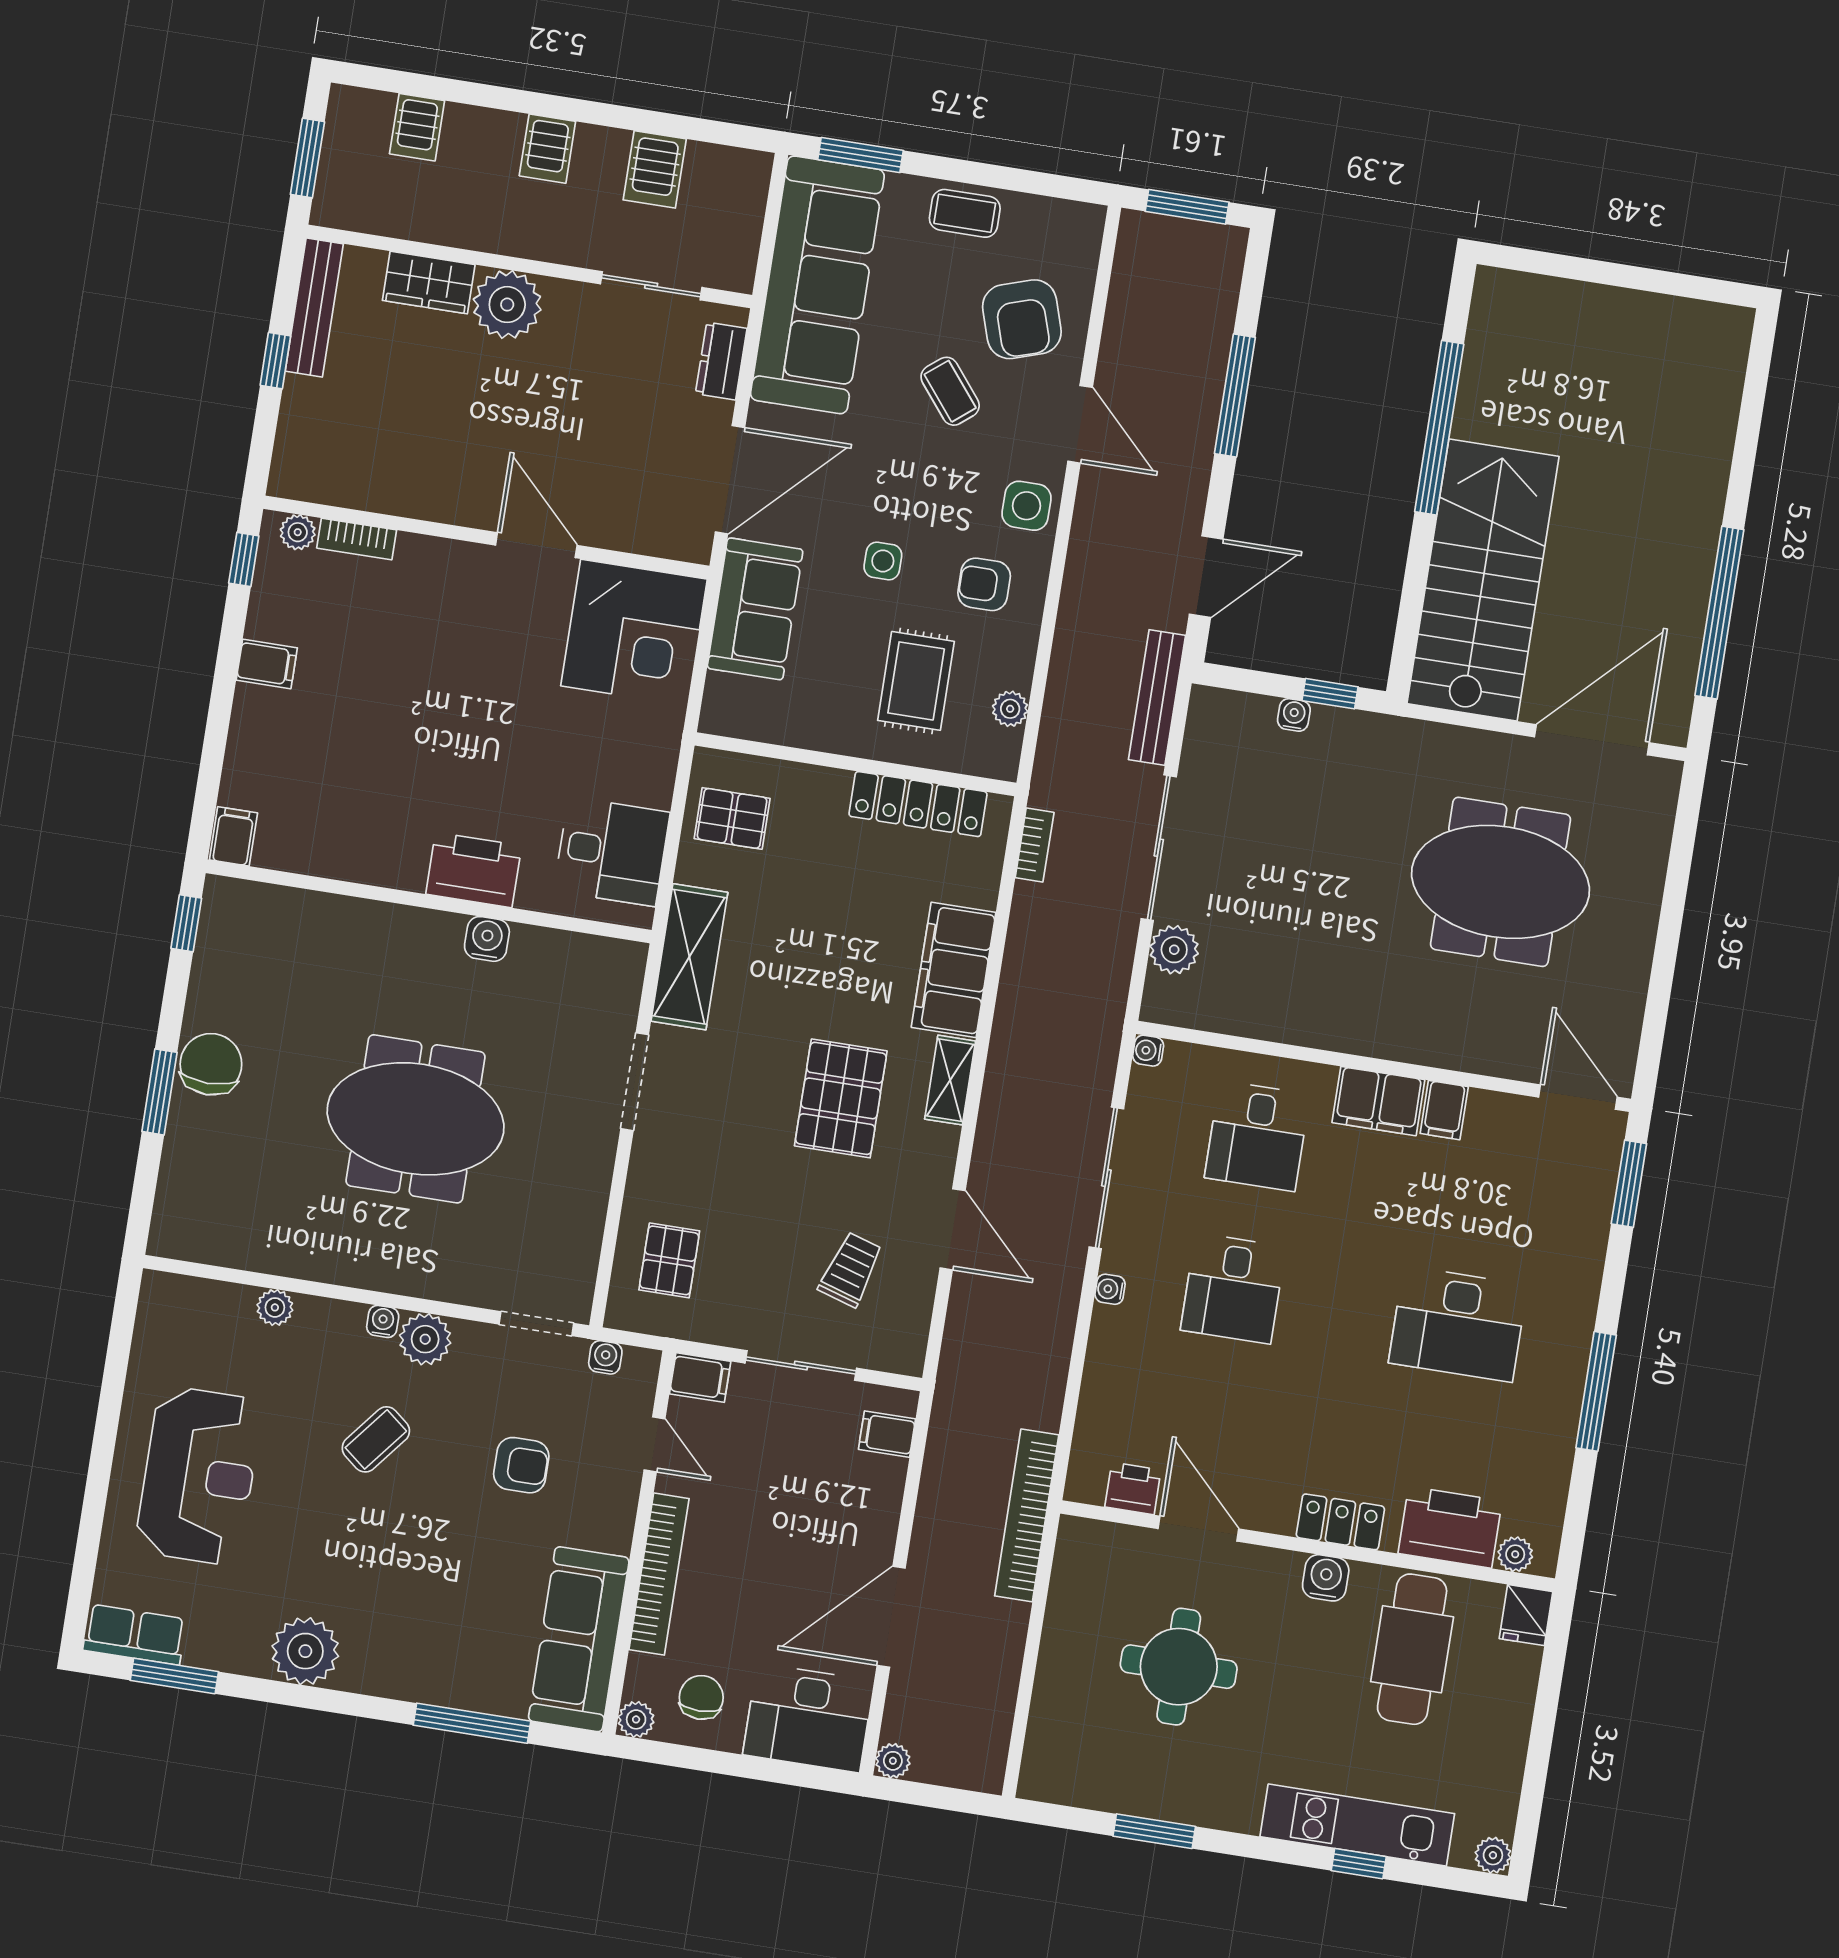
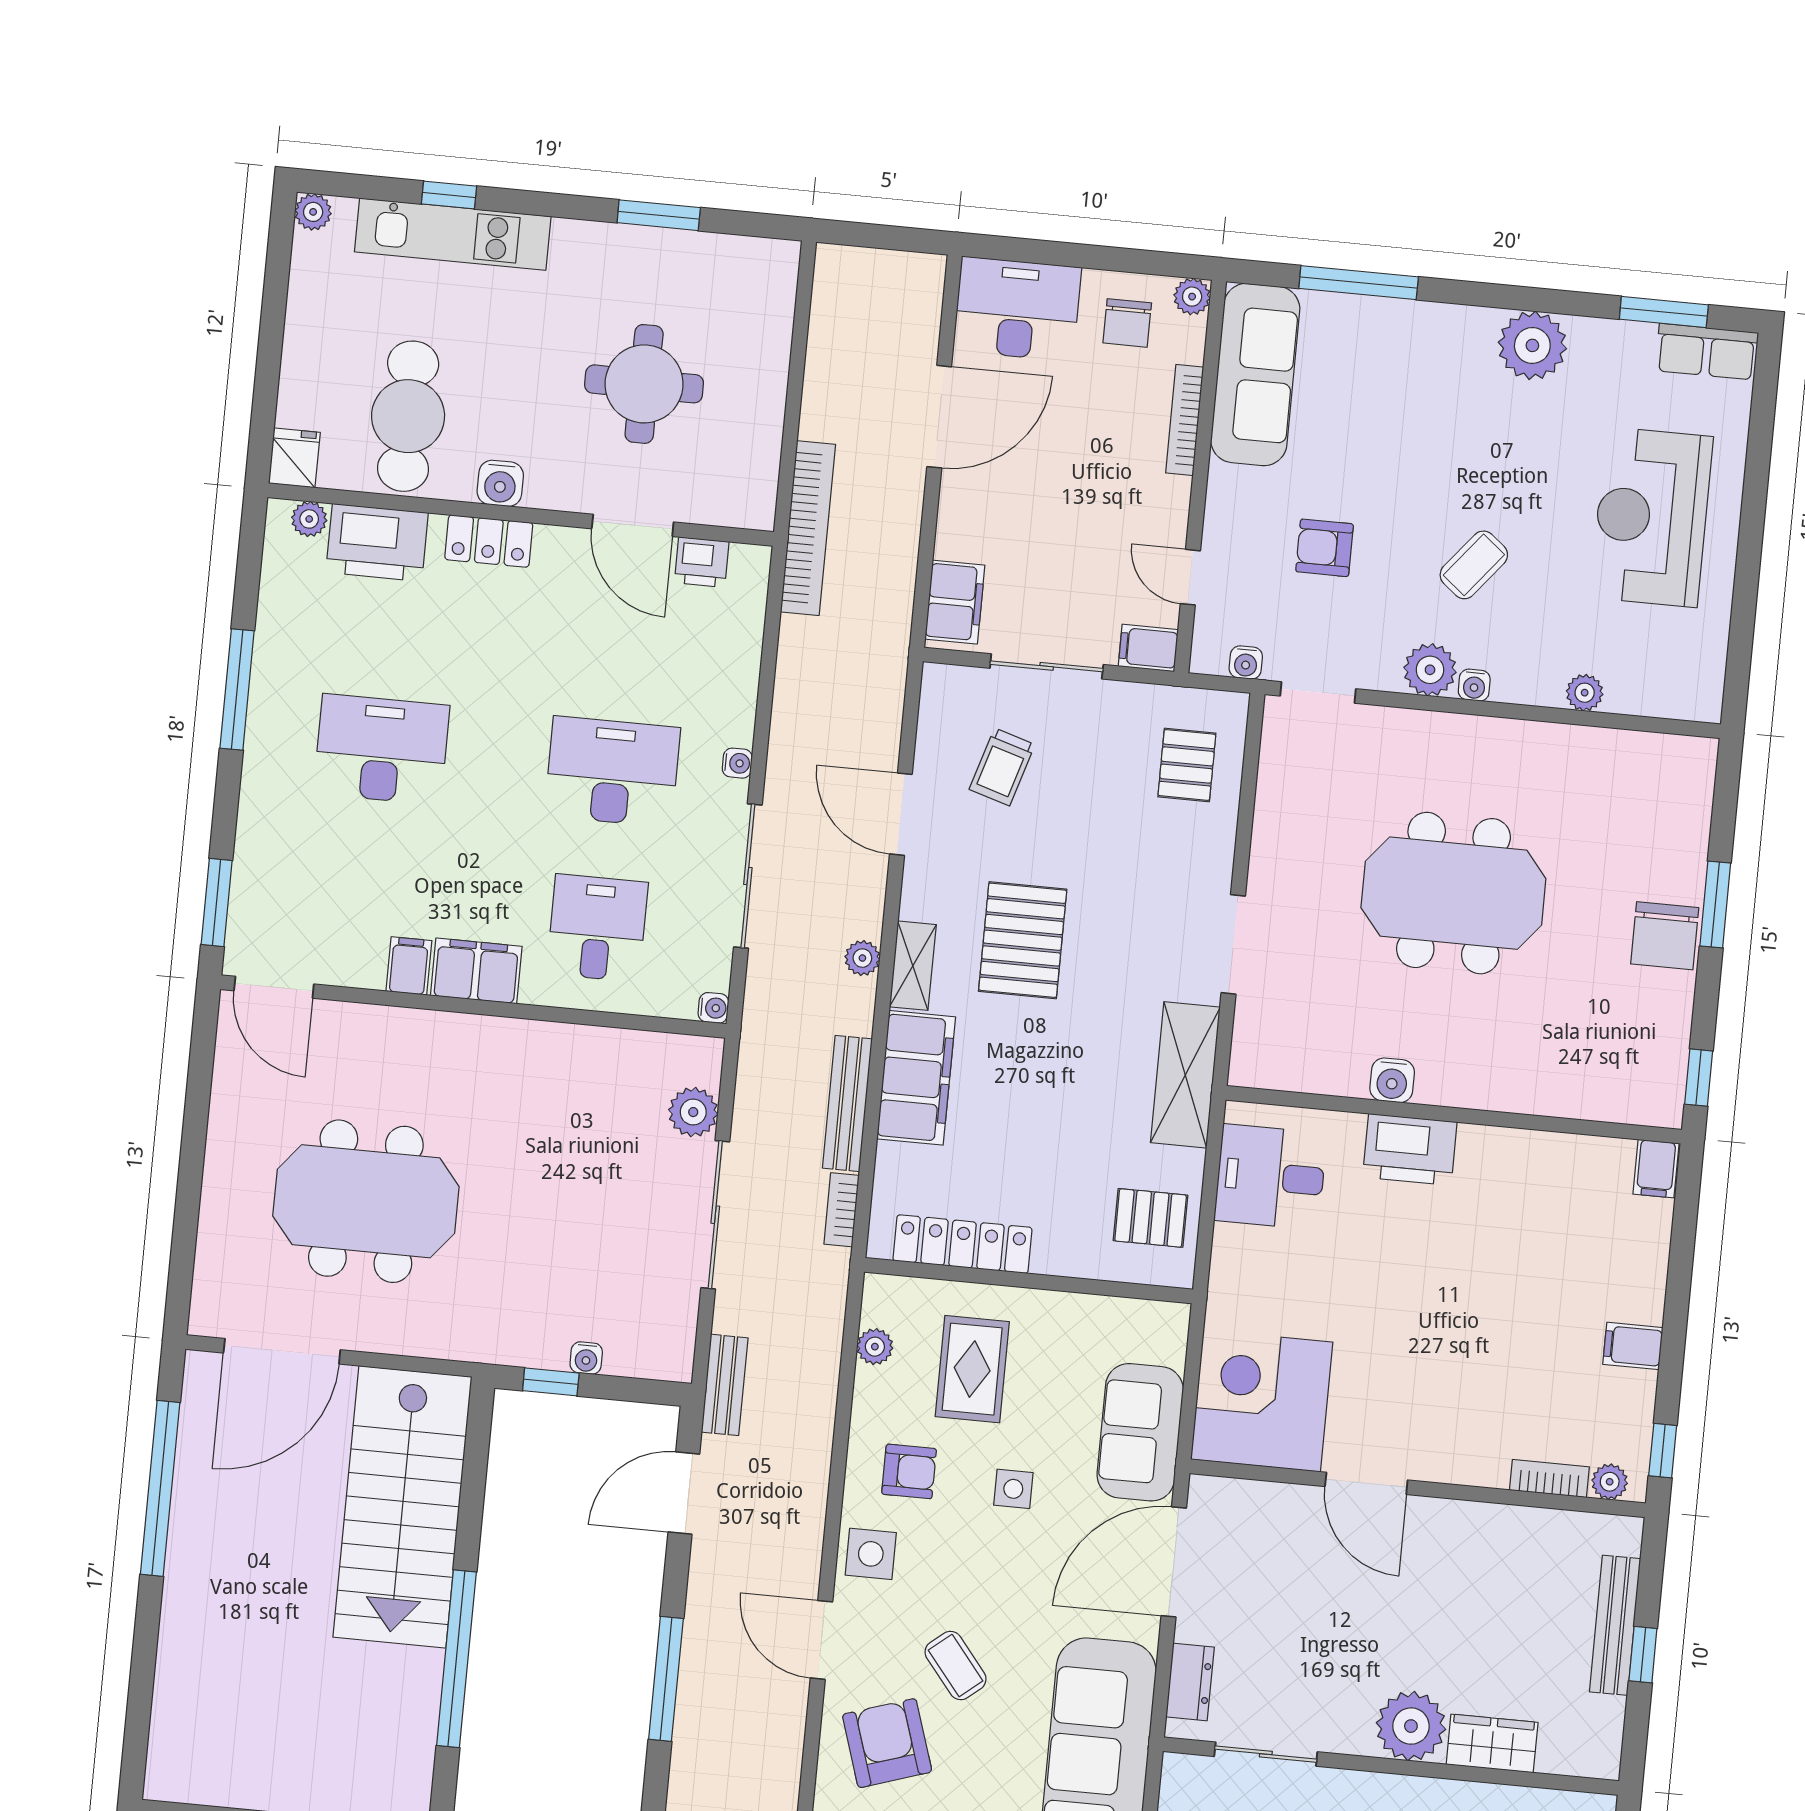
bench: (314, 308) -> (1615, 1625), moved
bench: (1157, 698) -> (725, 1385), width x0.73
bench: (1022, 949) -> (847, 1103), added
desk: (1233, 1288) -> (612, 772), width x1.37
filing cabinet: (887, 1434) -> (955, 602), width x2.00
bookcase: (659, 1574) -> (1185, 420), width x0.68, depth x0.76
plant: (893, 1761) -> (862, 958), moved

